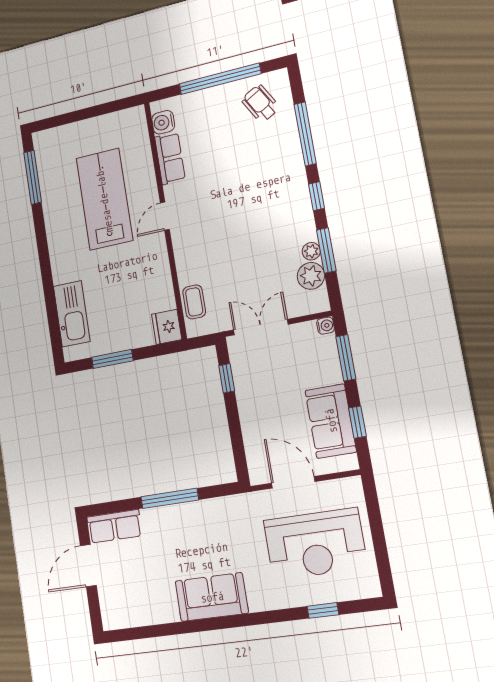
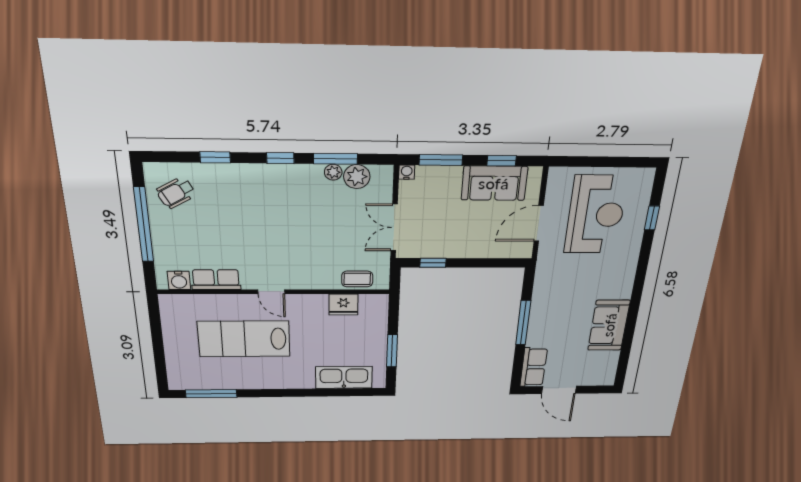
window: (305, 134) -> (215, 157), width x0.46
fridge: (167, 327) -> (343, 304), moved
sofa: (212, 597) -> (609, 325), moved

